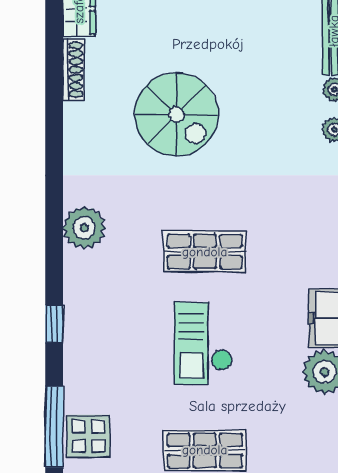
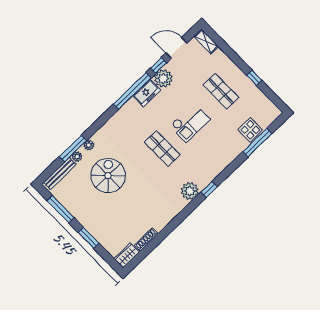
spiral stairs: (176, 114) -> (108, 176), moved
window: (54, 324) -> (209, 189), moved

